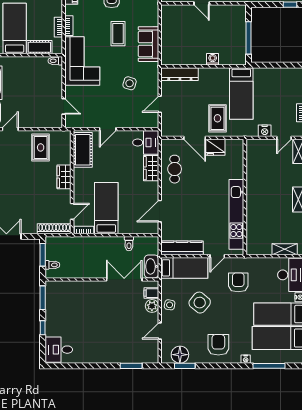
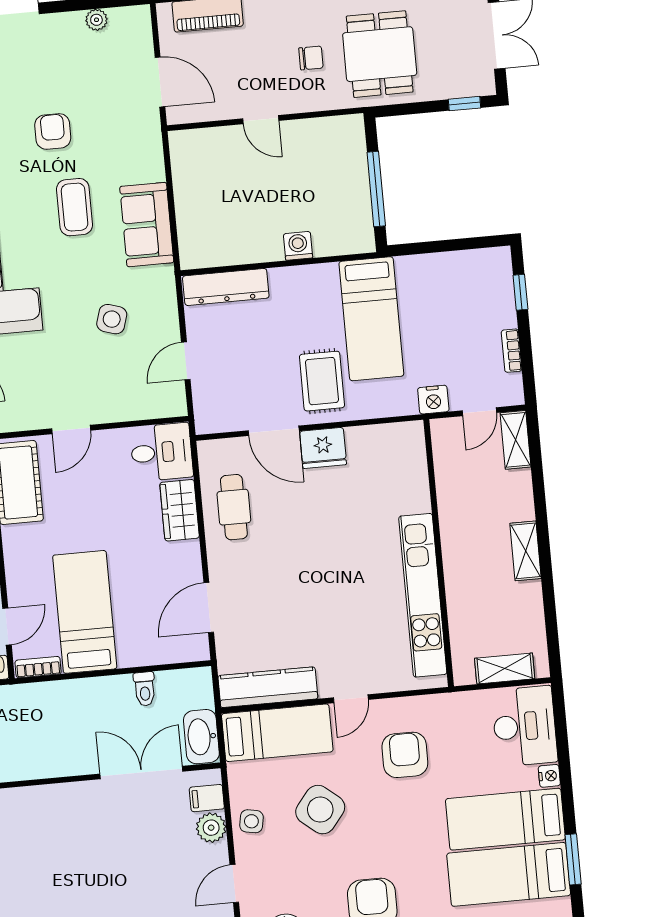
wall: (245, 197) -> (439, 553), moved
kitchen unit: (236, 214) -> (423, 595), moved

